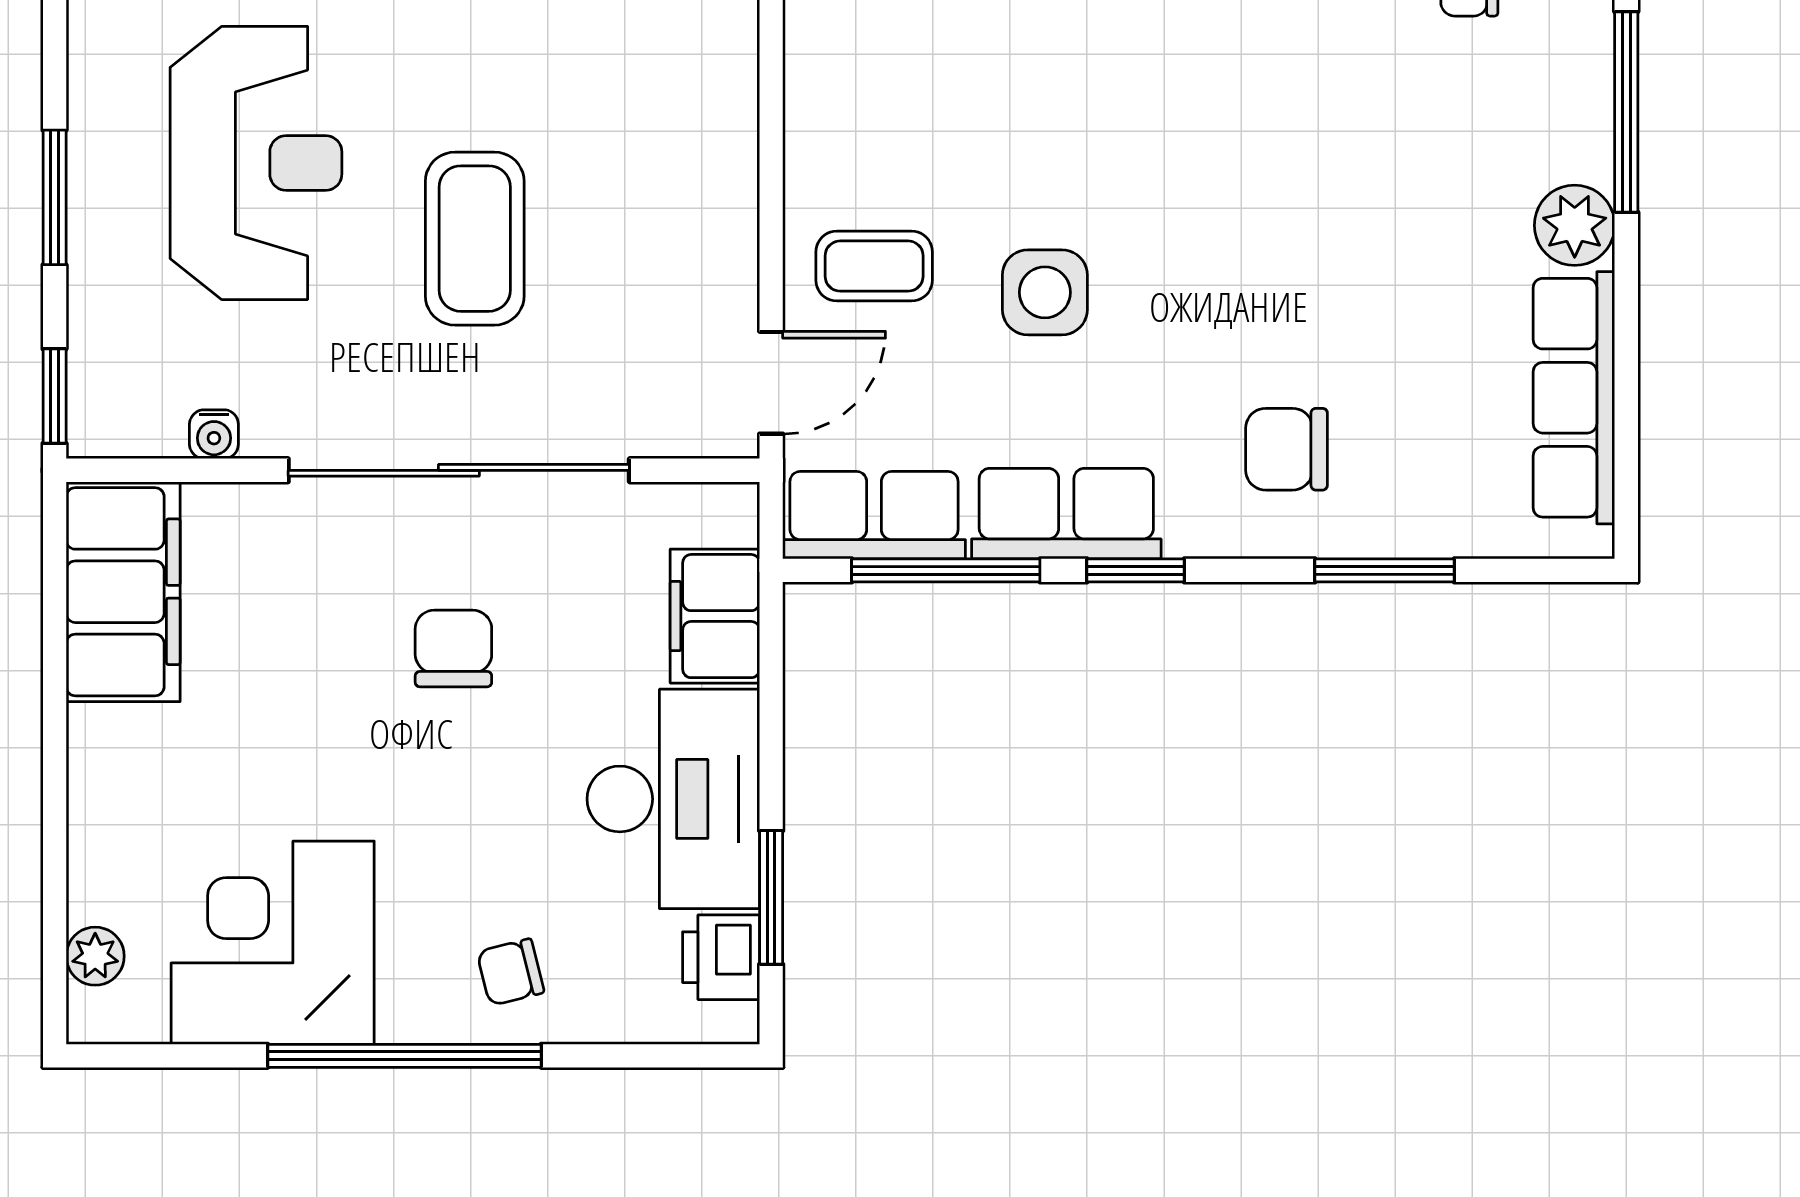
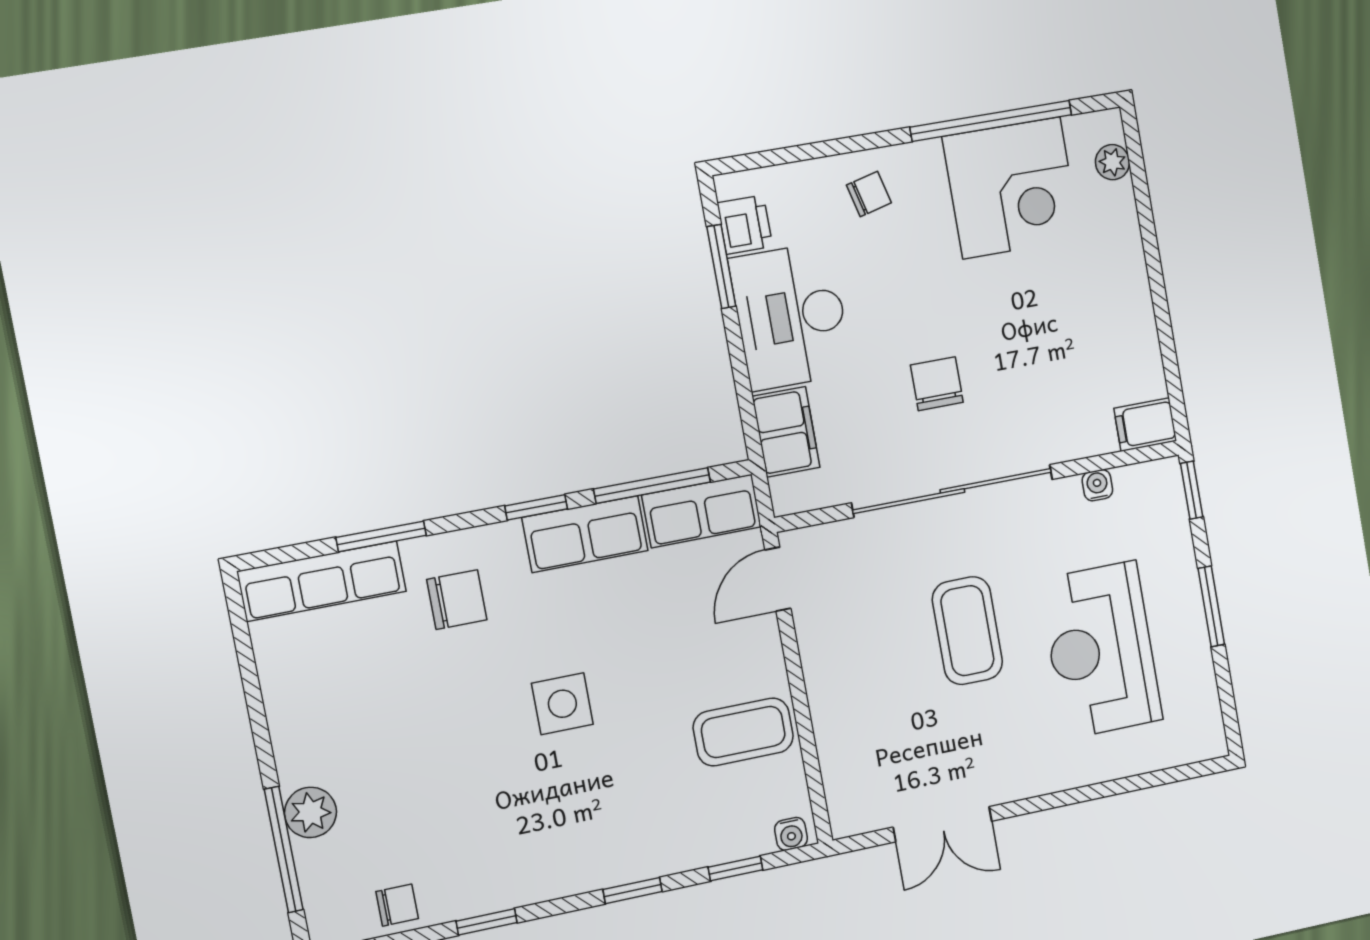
plant: (1575, 225) -> (310, 812), moved
coffee table: (874, 266) -> (743, 732), moved, width x1.36, depth x1.30
side table: (1045, 292) -> (562, 704), moved
row of seats: (1574, 398) -> (322, 581), moved, turned 90
filing cabinet: (123, 592) -> (1145, 425), width x0.33, depth x0.86
chair: (453, 649) -> (937, 384), turned 180
window: (404, 1056) -> (991, 121), moved

